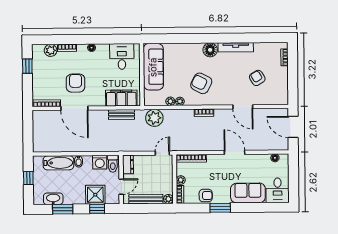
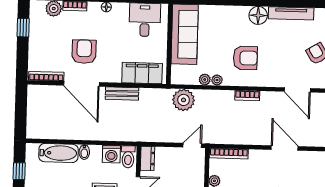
armchair: (201, 83) -> (245, 58), turned 153
bench: (121, 114) -> (122, 94), moved

